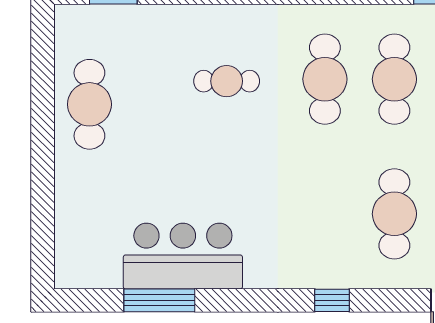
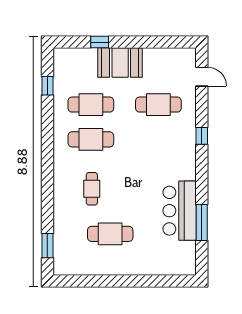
cafe table: (89, 104) -> (110, 234), moved

